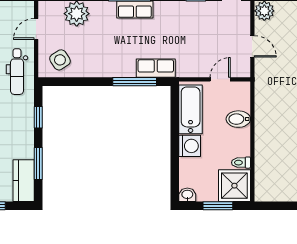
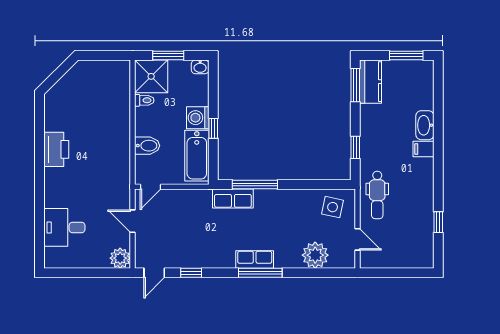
door: (36, 29) -> (357, 239), hinge flipped
side table: (60, 60) -> (333, 207), turned 45
dental chair: (17, 72) -> (377, 195), turned 180
door: (220, 79) -> (151, 187), moved
window: (175, 136) -> (213, 128), added
window: (38, 164) -> (355, 85), moved

